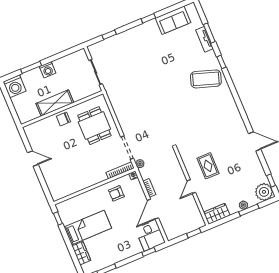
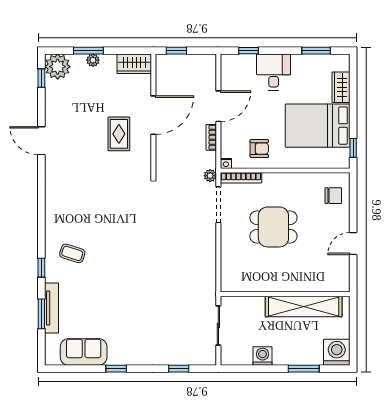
tv unit: (205, 39) -> (52, 308), width x1.41
washing machine: (48, 70) -> (262, 356), moved
coffee table: (206, 79) -> (72, 253), width x0.54, depth x0.58
shelving: (55, 103) -> (304, 307), width x1.47
chair: (63, 119) -> (333, 196), moved
dining table: (94, 126) -> (273, 227), moved, turned 90
door: (33, 159) -> (353, 244), hinge flipped
door: (191, 187) -> (153, 115), width x1.88
bed: (88, 228) -> (318, 126), width x1.50
desk: (150, 236) -> (274, 72), moved

